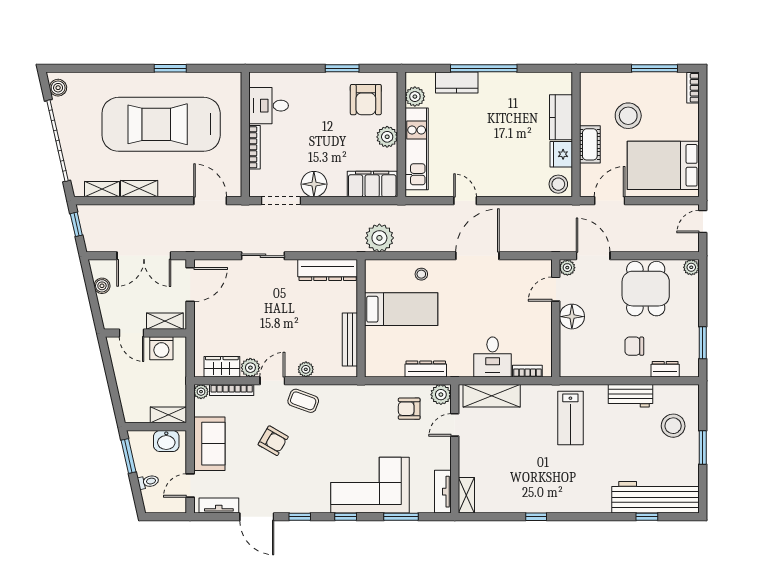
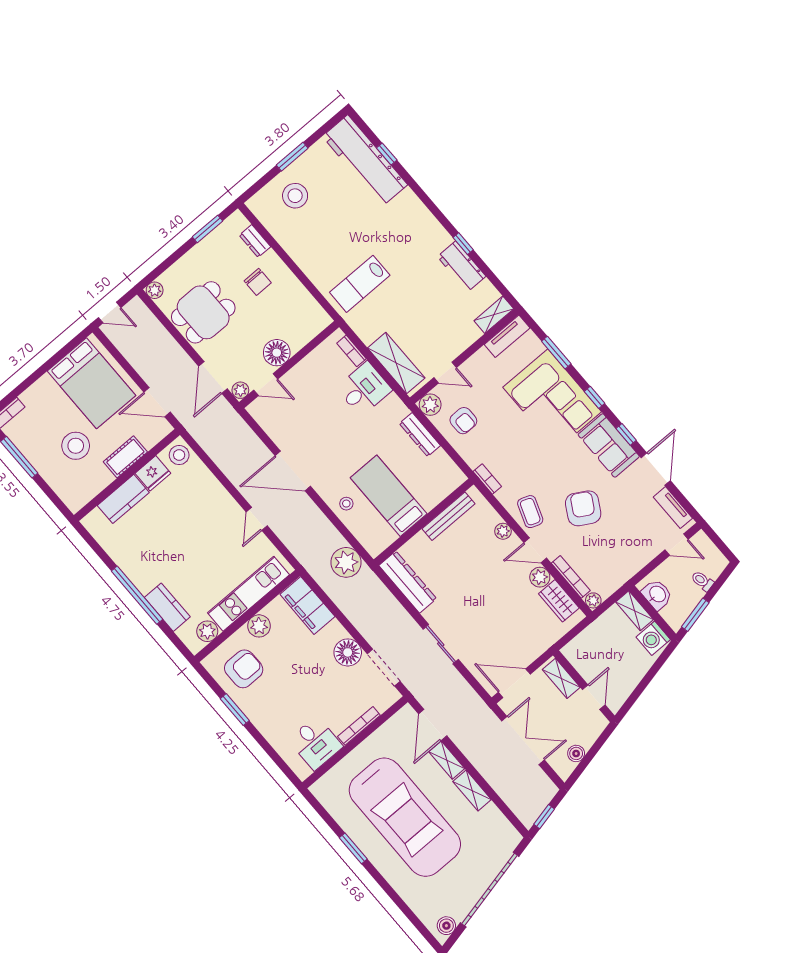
shelving: (102, 189) -> (447, 760), moved
washing machine: (161, 348) -> (653, 638), moved, turned 180
bookcase: (353, 390) -> (487, 479), added
workbench: (631, 396) -> (462, 266), moved, turned 180
lab bench: (570, 418) -> (360, 284), turned 180
armchair: (273, 441) -> (583, 508), width x1.38, depth x1.38
sofa: (209, 444) -> (609, 445), moved, turned -90

